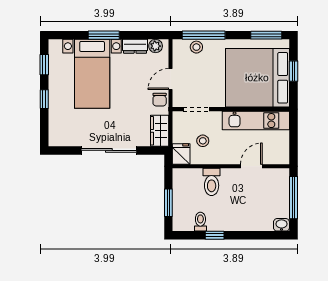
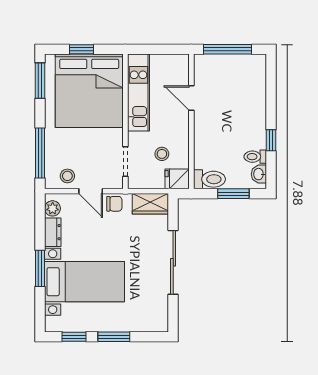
stool: (196, 47) -> (67, 176), moved
window: (44, 99) -> (114, 337), width x1.50
toilet: (212, 182) -> (209, 179), moved
washbasin: (281, 225) -> (259, 174), moved

